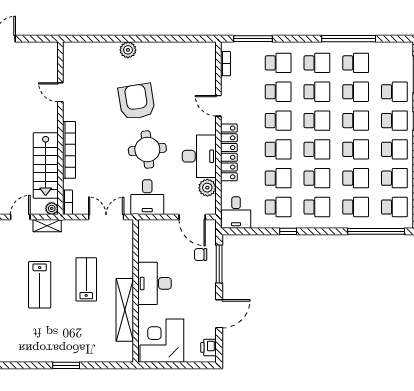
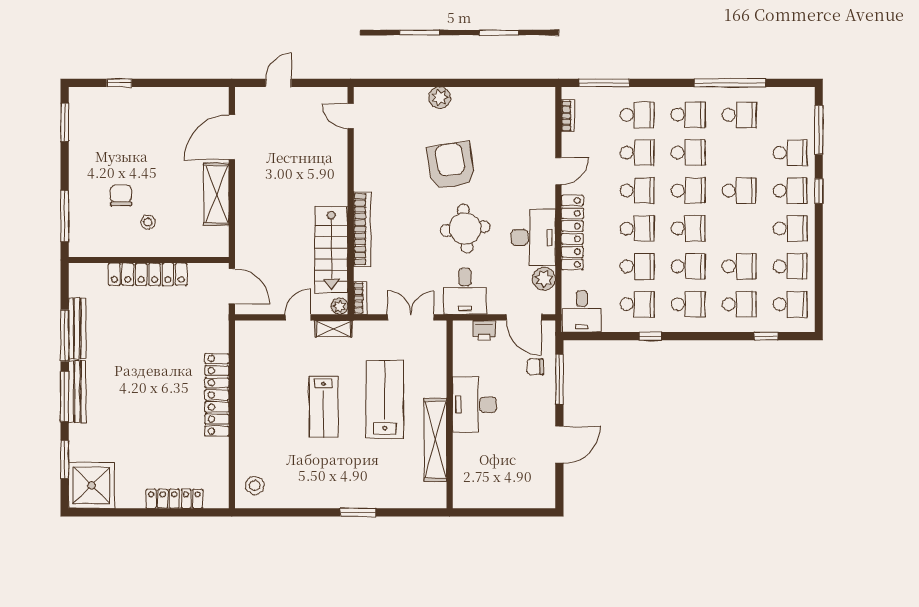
door: (60, 92) -> (351, 116), moved
school desk: (356, 92) -> (739, 153), removed
door: (218, 106) -> (558, 171), swing flipped
school desk: (356, 149) -> (739, 228), removed
window: (376, 231) -> (766, 336), width x0.32
lab bench: (86, 279) -> (385, 399), width x1.36, depth x1.39
corner desk: (162, 341) -> (484, 480), removed
printer: (208, 347) -> (484, 330), moved, turned -90

